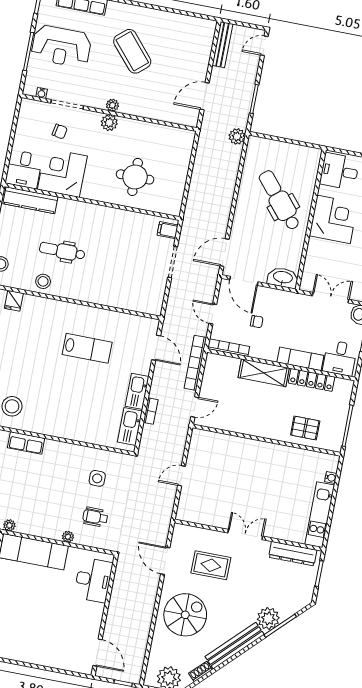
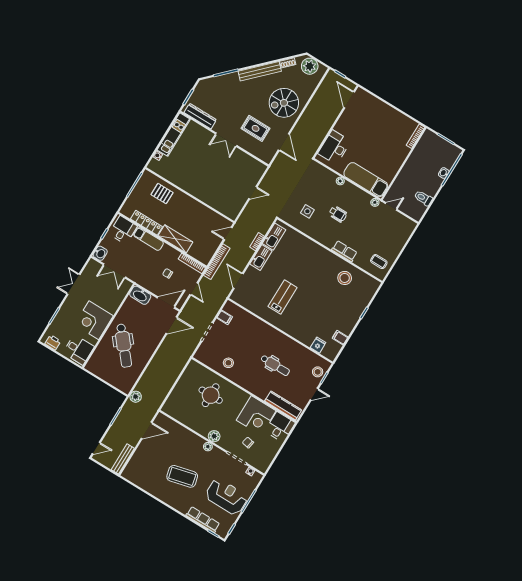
coffee table: (132, 51) -> (182, 476), turned -63
filing cabinet: (168, 230) -> (225, 317), moved
stool: (43, 281) -> (228, 363), moved
door: (244, 281) -> (166, 303), hinge flipped
lab bench: (87, 348) -> (283, 297), turned 90
wheelchair: (95, 517) -> (338, 214), moved
plant: (268, 618) -> (232, 80), removed

